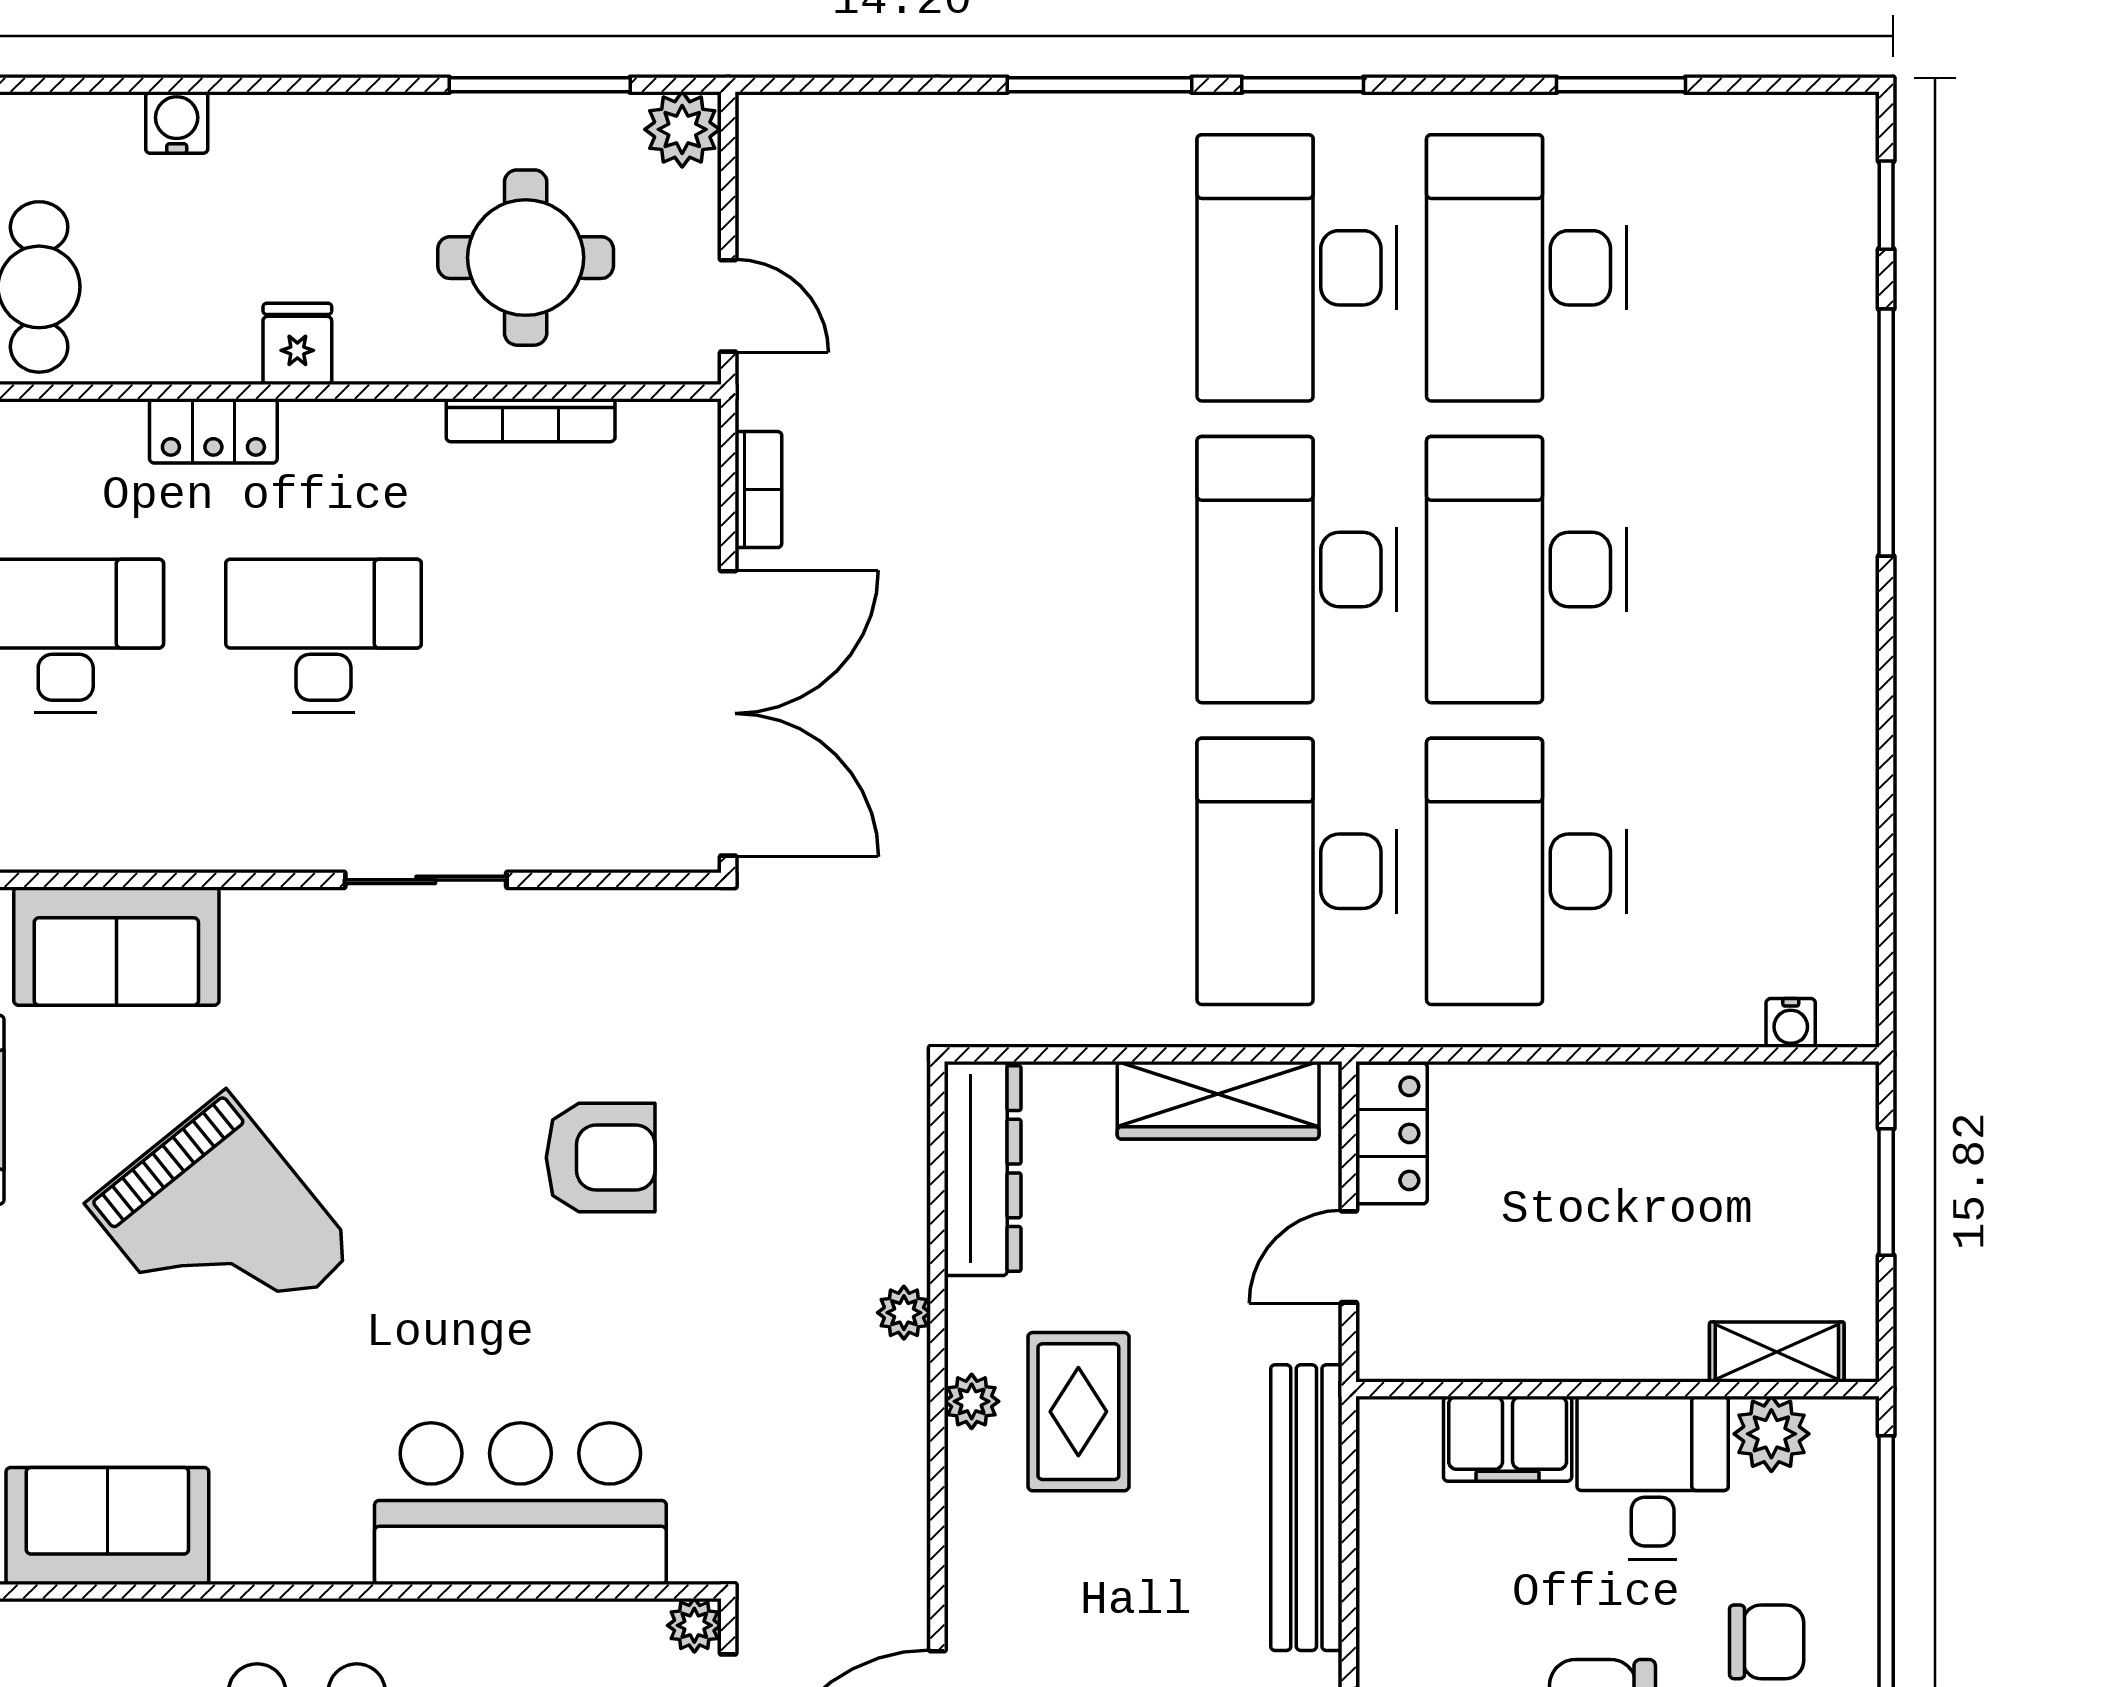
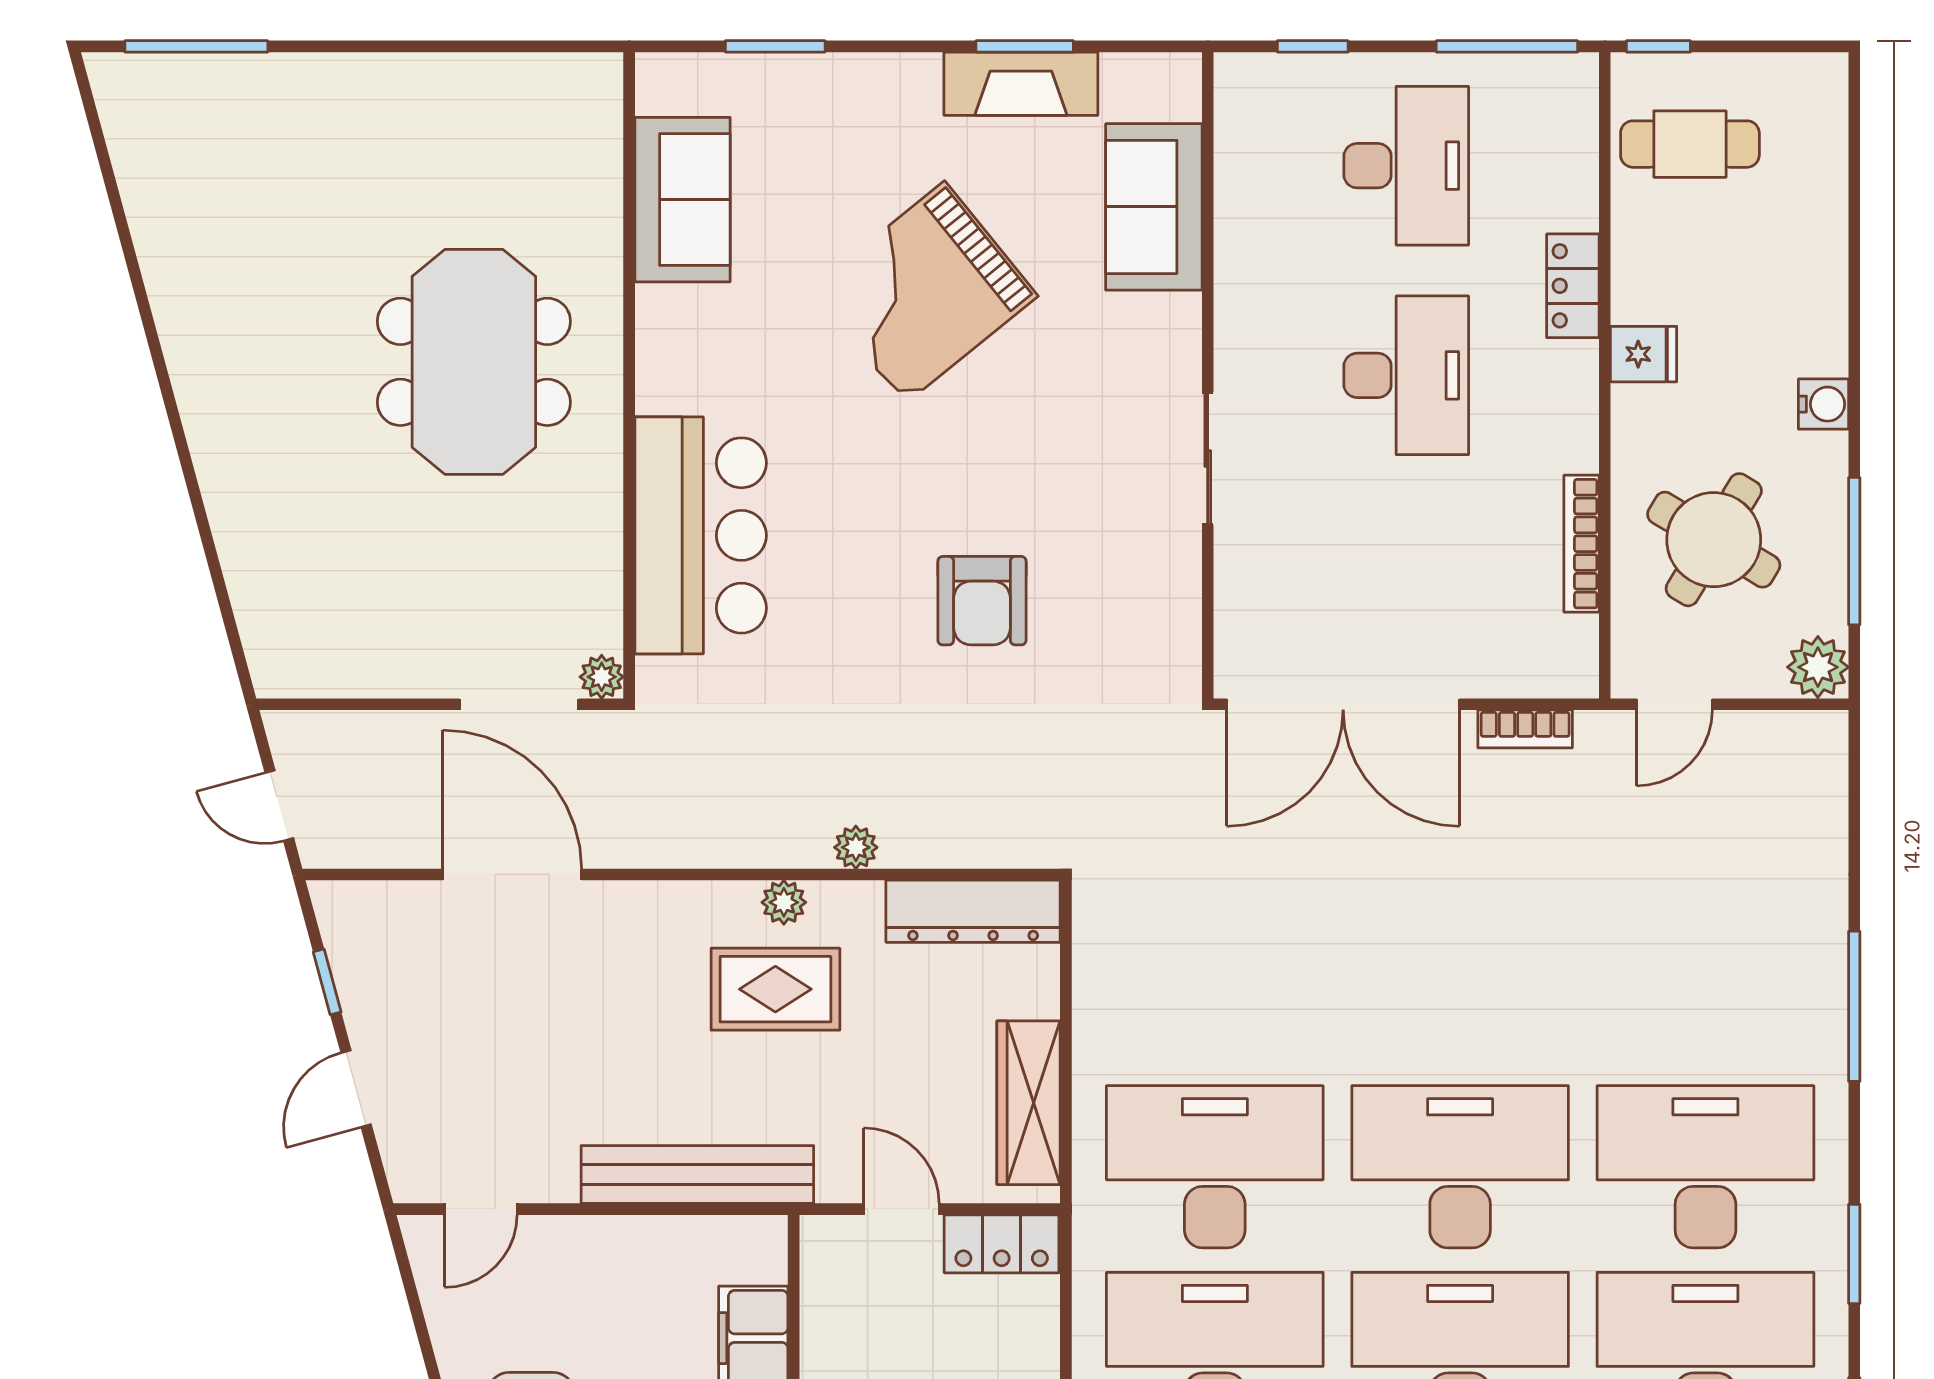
window: (1303, 85) -> (1854, 1254), moved
water cooler: (177, 123) -> (1824, 404), moved
round table: (526, 258) -> (1714, 540), turned 31

